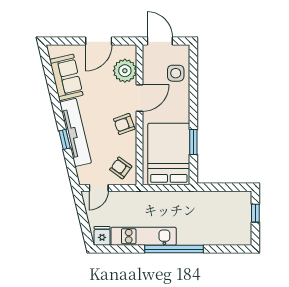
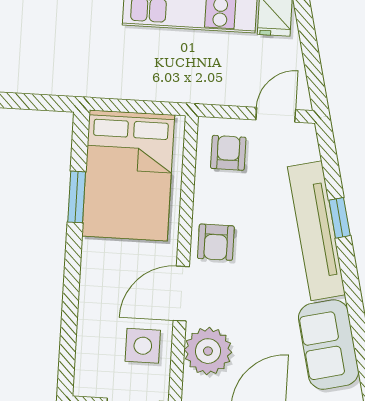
side table: (176, 73) -> (143, 346), moved
armchair: (124, 124) -> (216, 242), turned 110
armchair: (121, 168) -> (228, 153), turned -126

